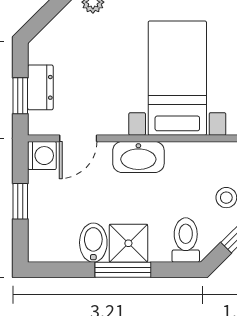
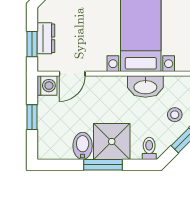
washbasin: (138, 157) -> (145, 87), moved
toilet: (186, 240) -> (149, 148), width x0.73, depth x0.72
shower: (128, 243) -> (112, 142), width x1.36, depth x1.36

